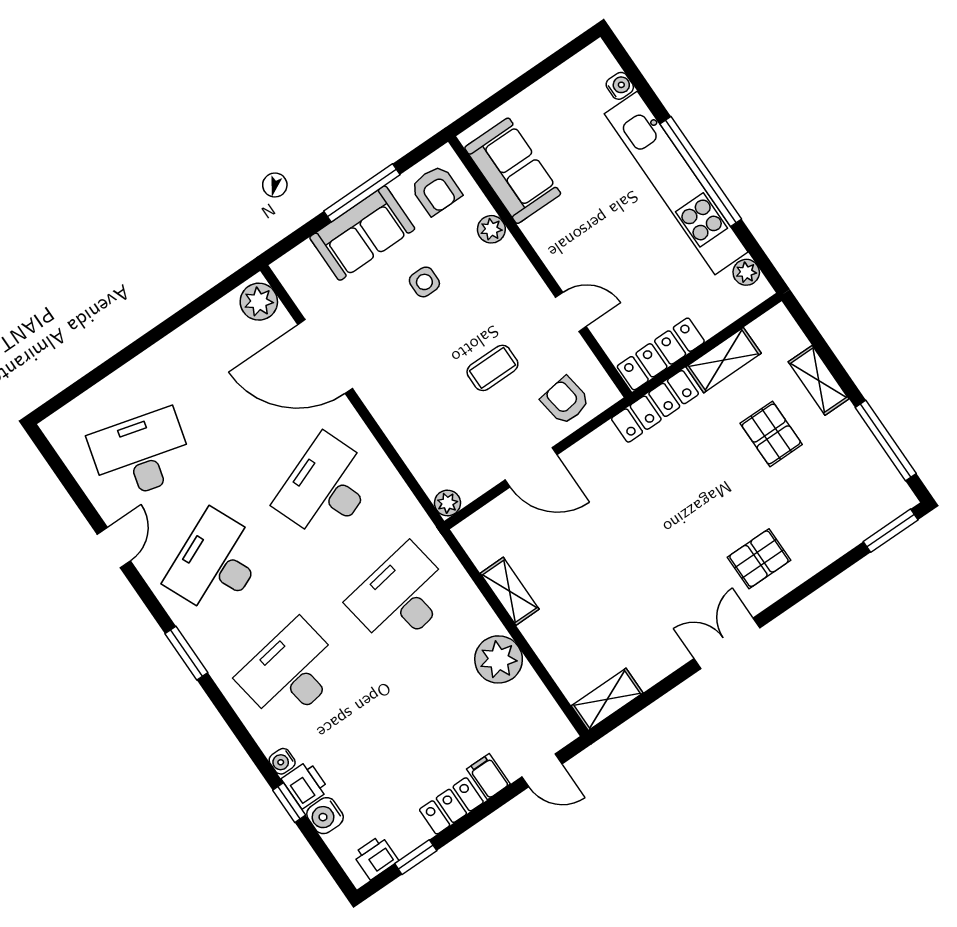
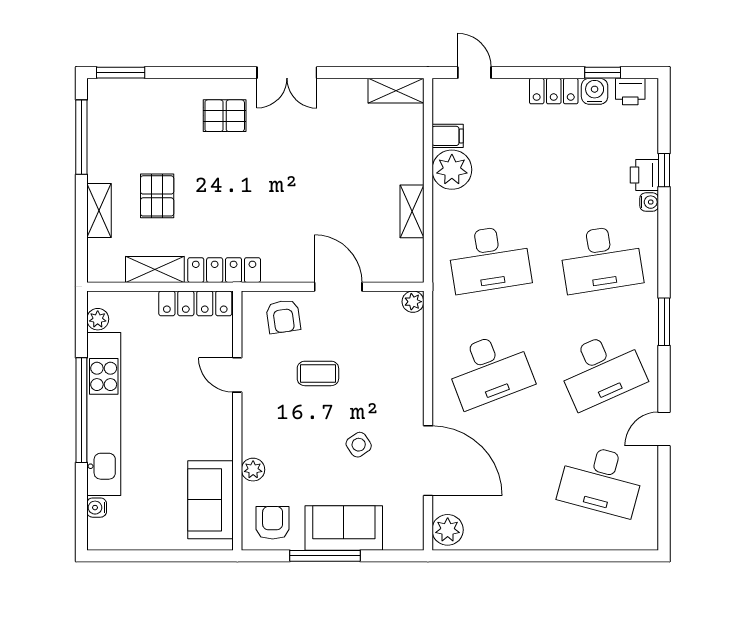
side table: (424, 282) -> (359, 445), moved, turned -34
filing cabinet: (488, 777) -> (448, 136), moved, turned -90
water cooler: (325, 816) -> (595, 91), moved, turned -90

